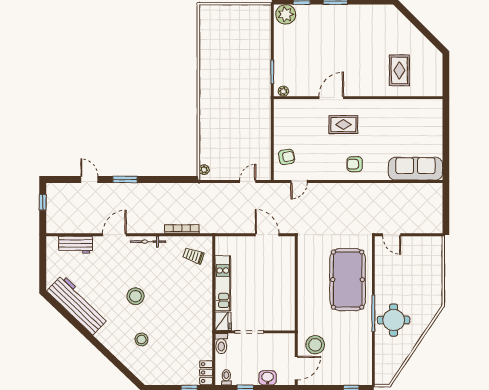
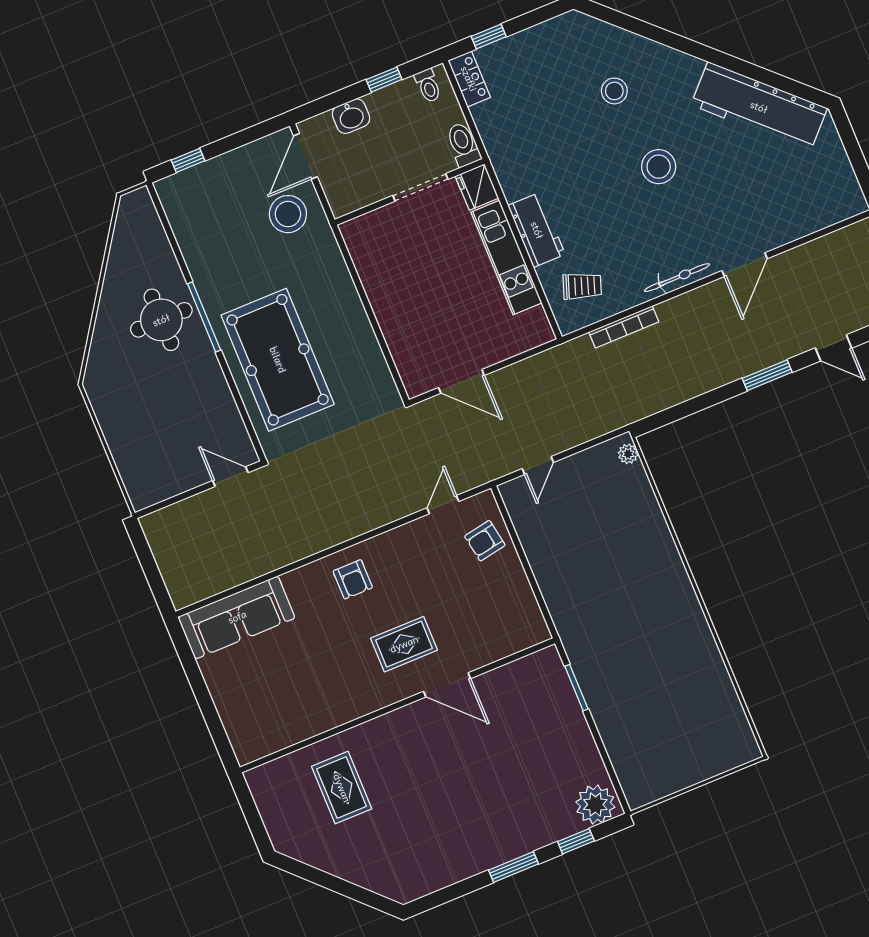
plant: (283, 91) -> (541, 660), removed
door: (331, 98) -> (447, 685), hinge flipped
armchair: (355, 164) -> (353, 579), turned 90
workbench: (76, 245) -> (537, 230), moved, turned 90

